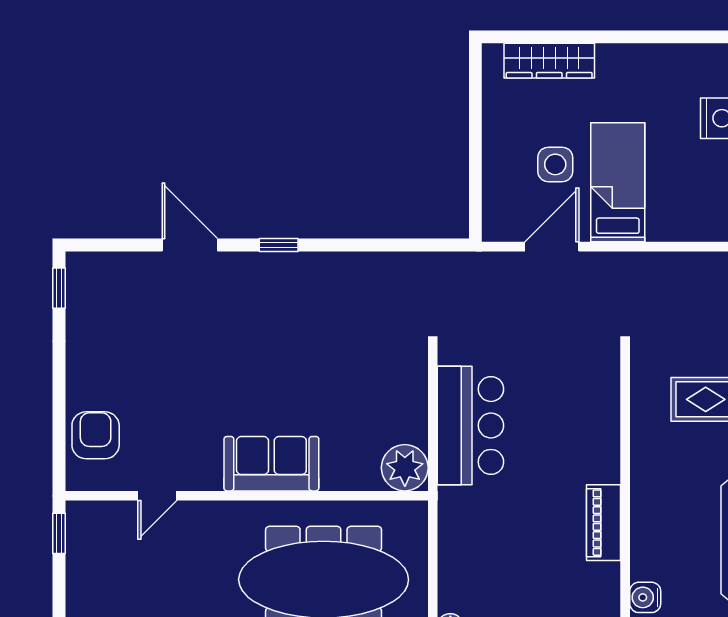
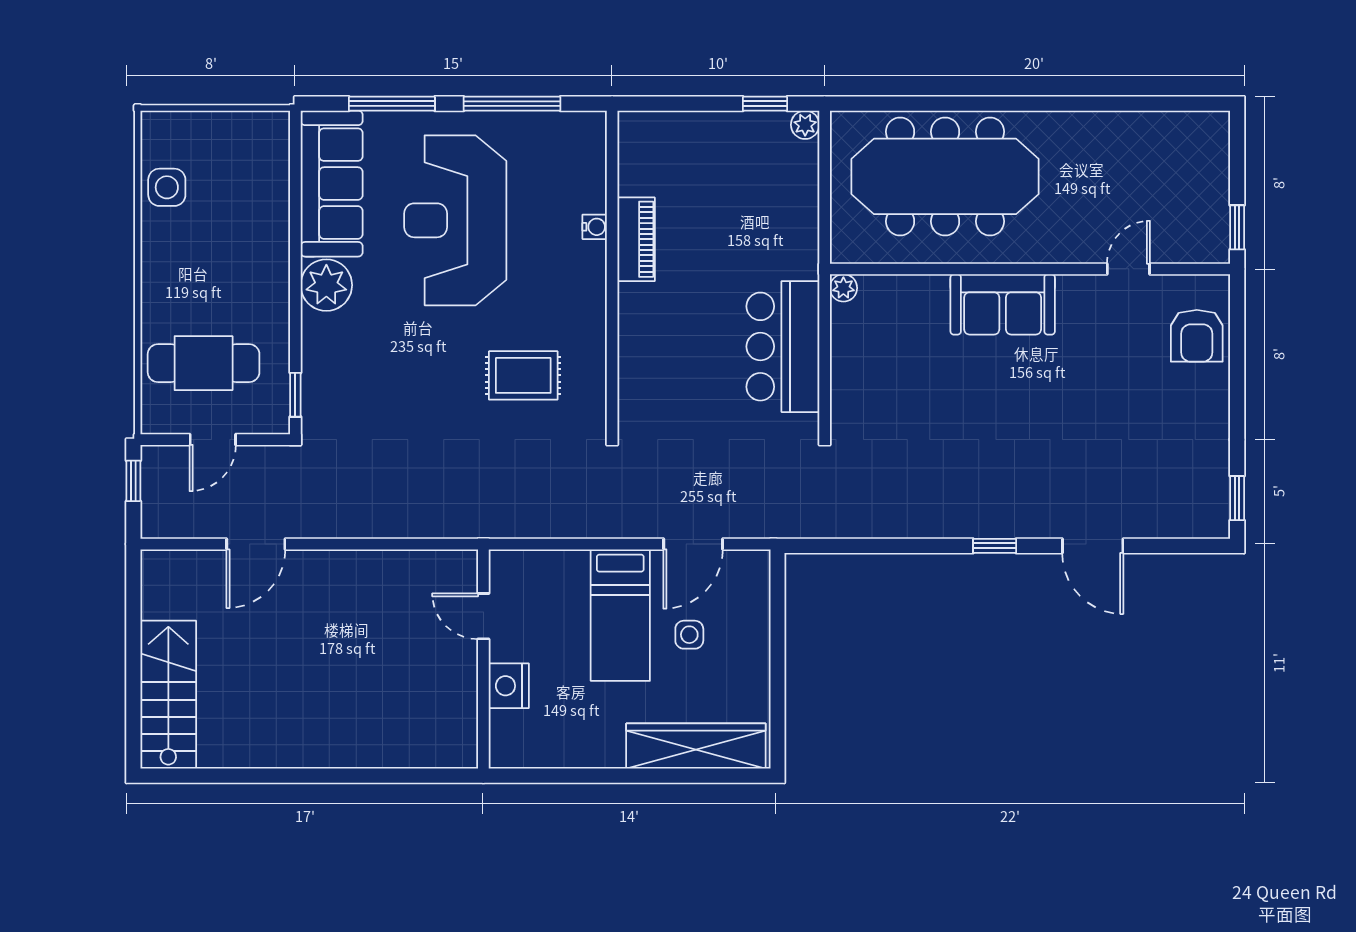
wardrobe: (549, 61) -> (696, 746), width x1.40, depth x1.17
side table: (555, 164) -> (689, 635), width x0.73, depth x0.73
plant: (405, 468) -> (843, 288), width x0.53, depth x0.53
water cooler: (645, 597) -> (595, 227), moved, width x0.72, depth x0.72

